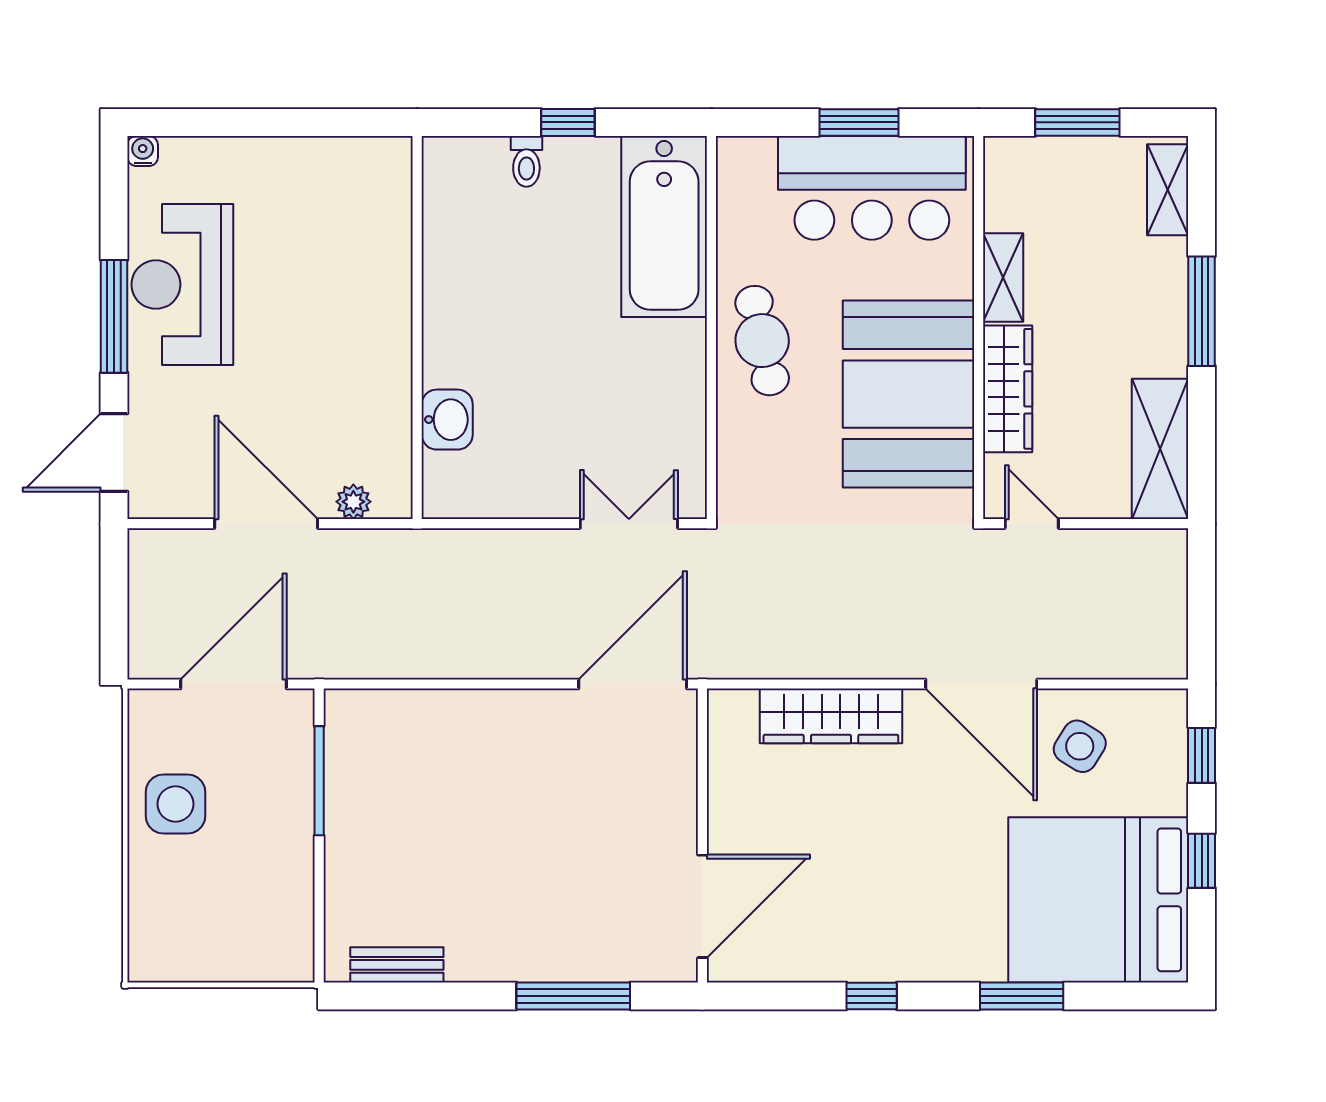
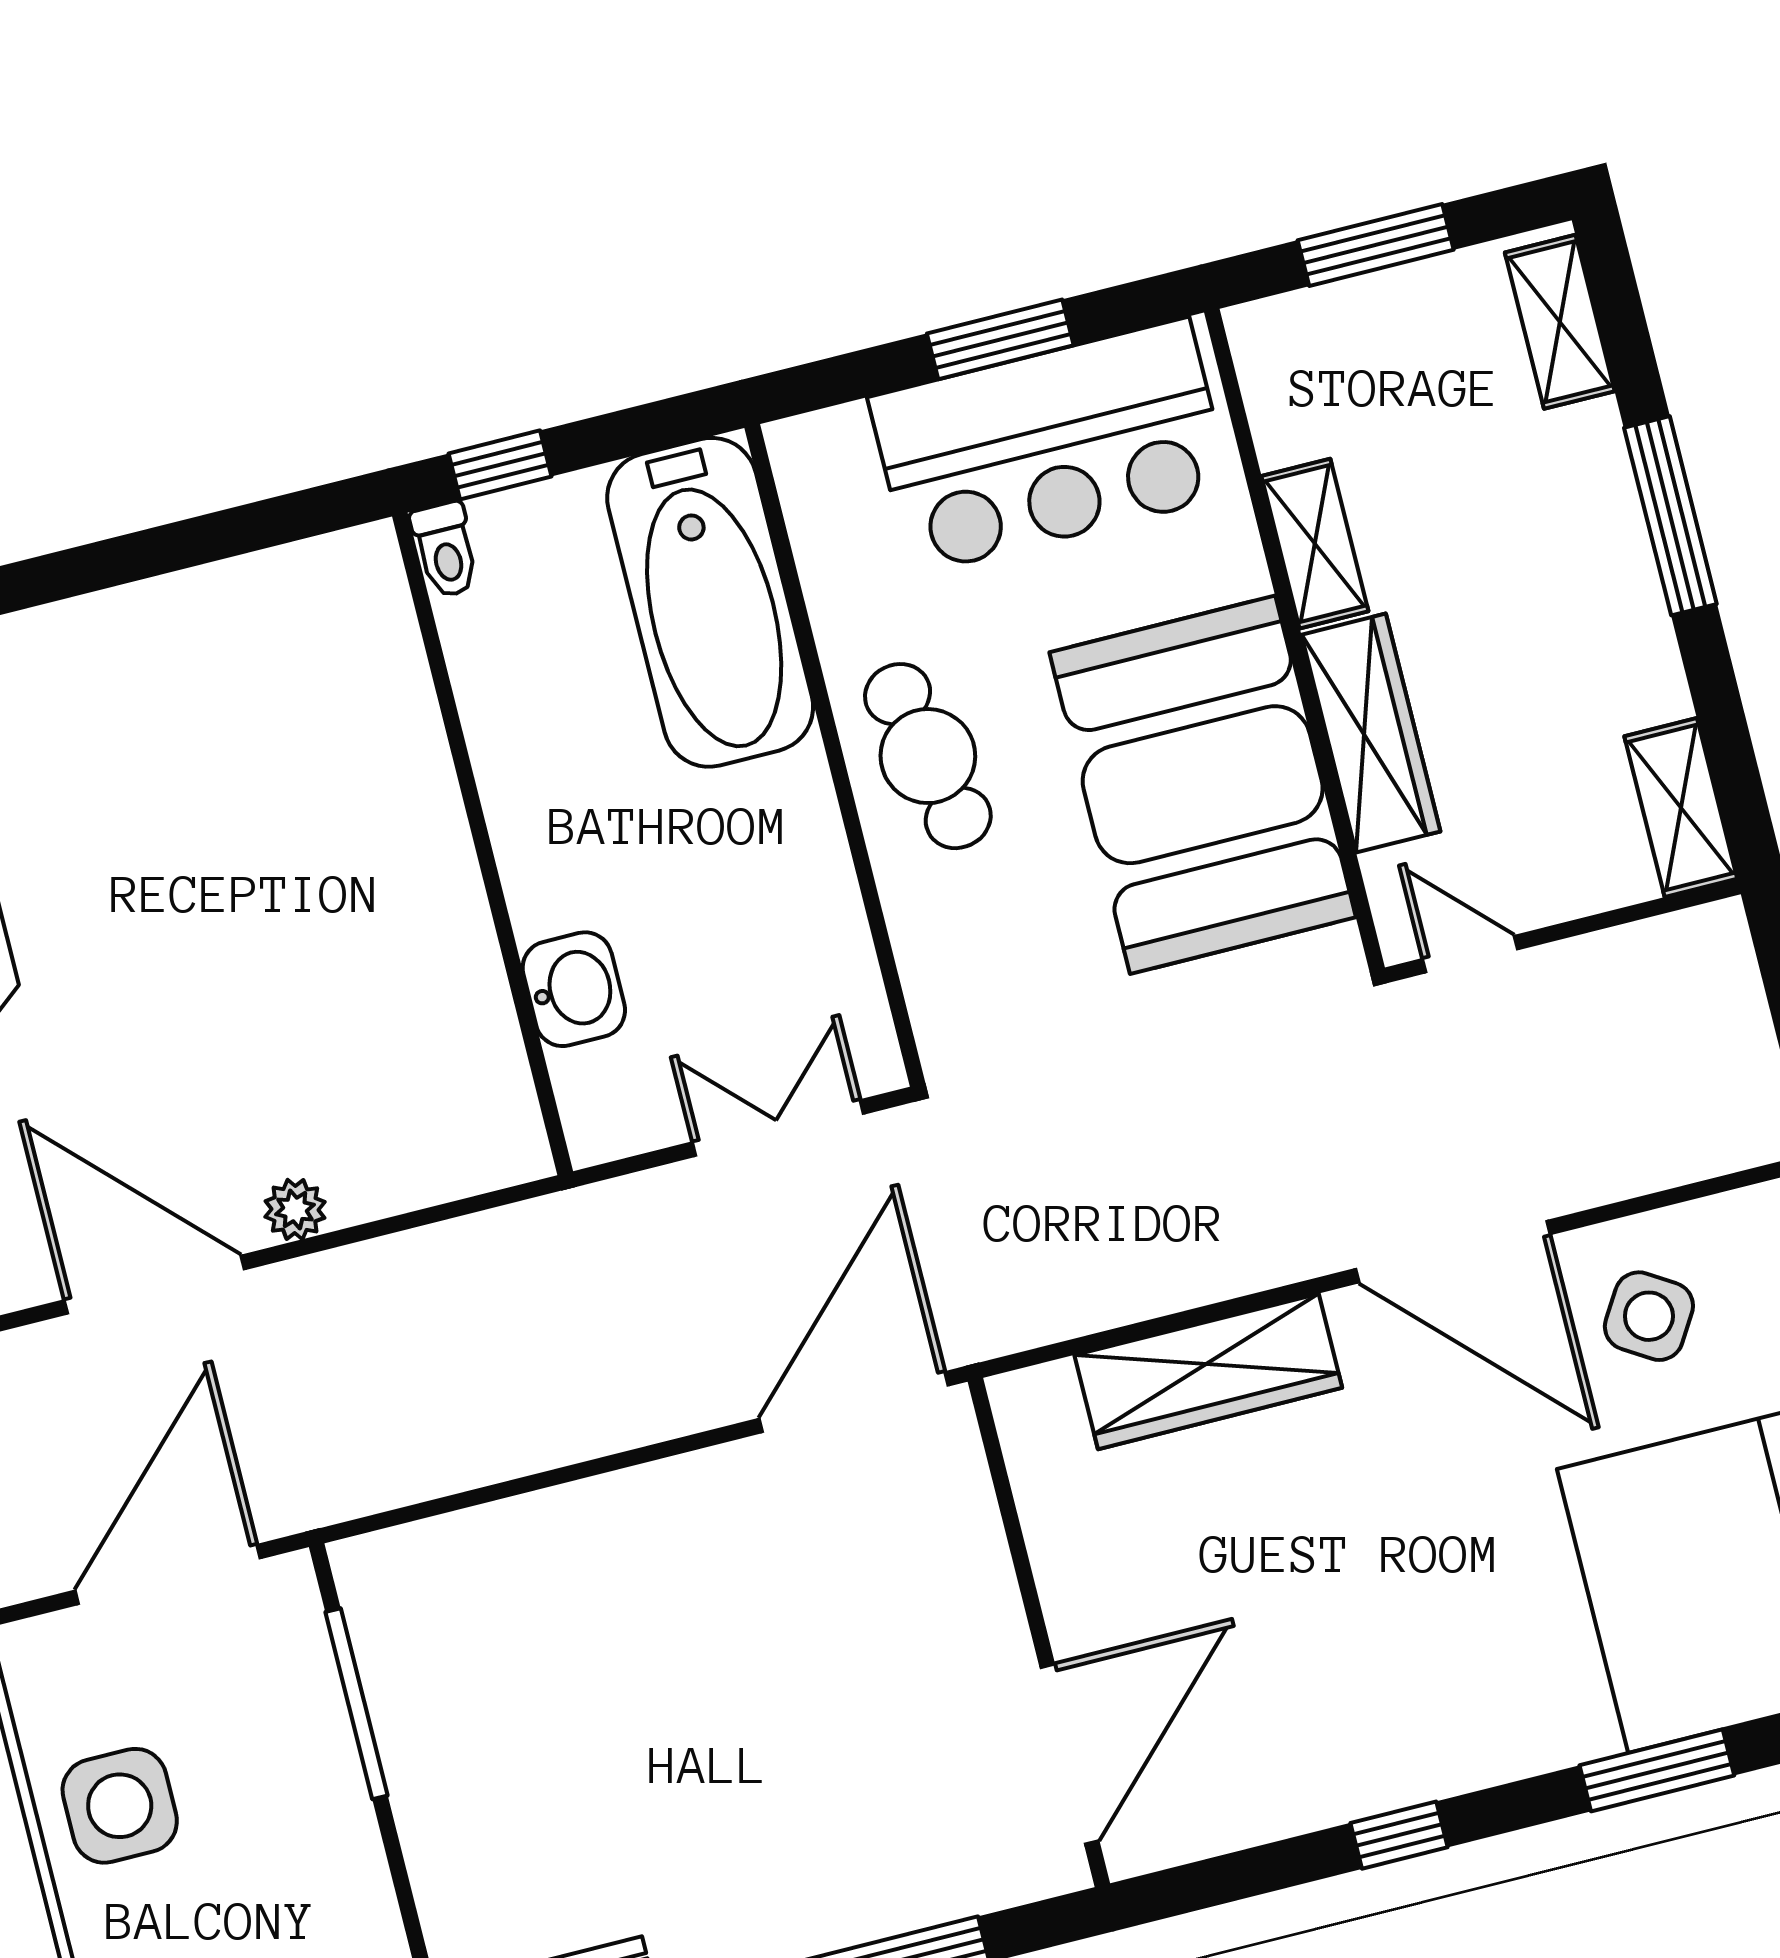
wall: (417, 327) -> (483, 844), moved
washbasin: (447, 420) -> (574, 989), moved
shelving: (1160, 449) -> (1681, 808), width x0.67, depth x0.75

